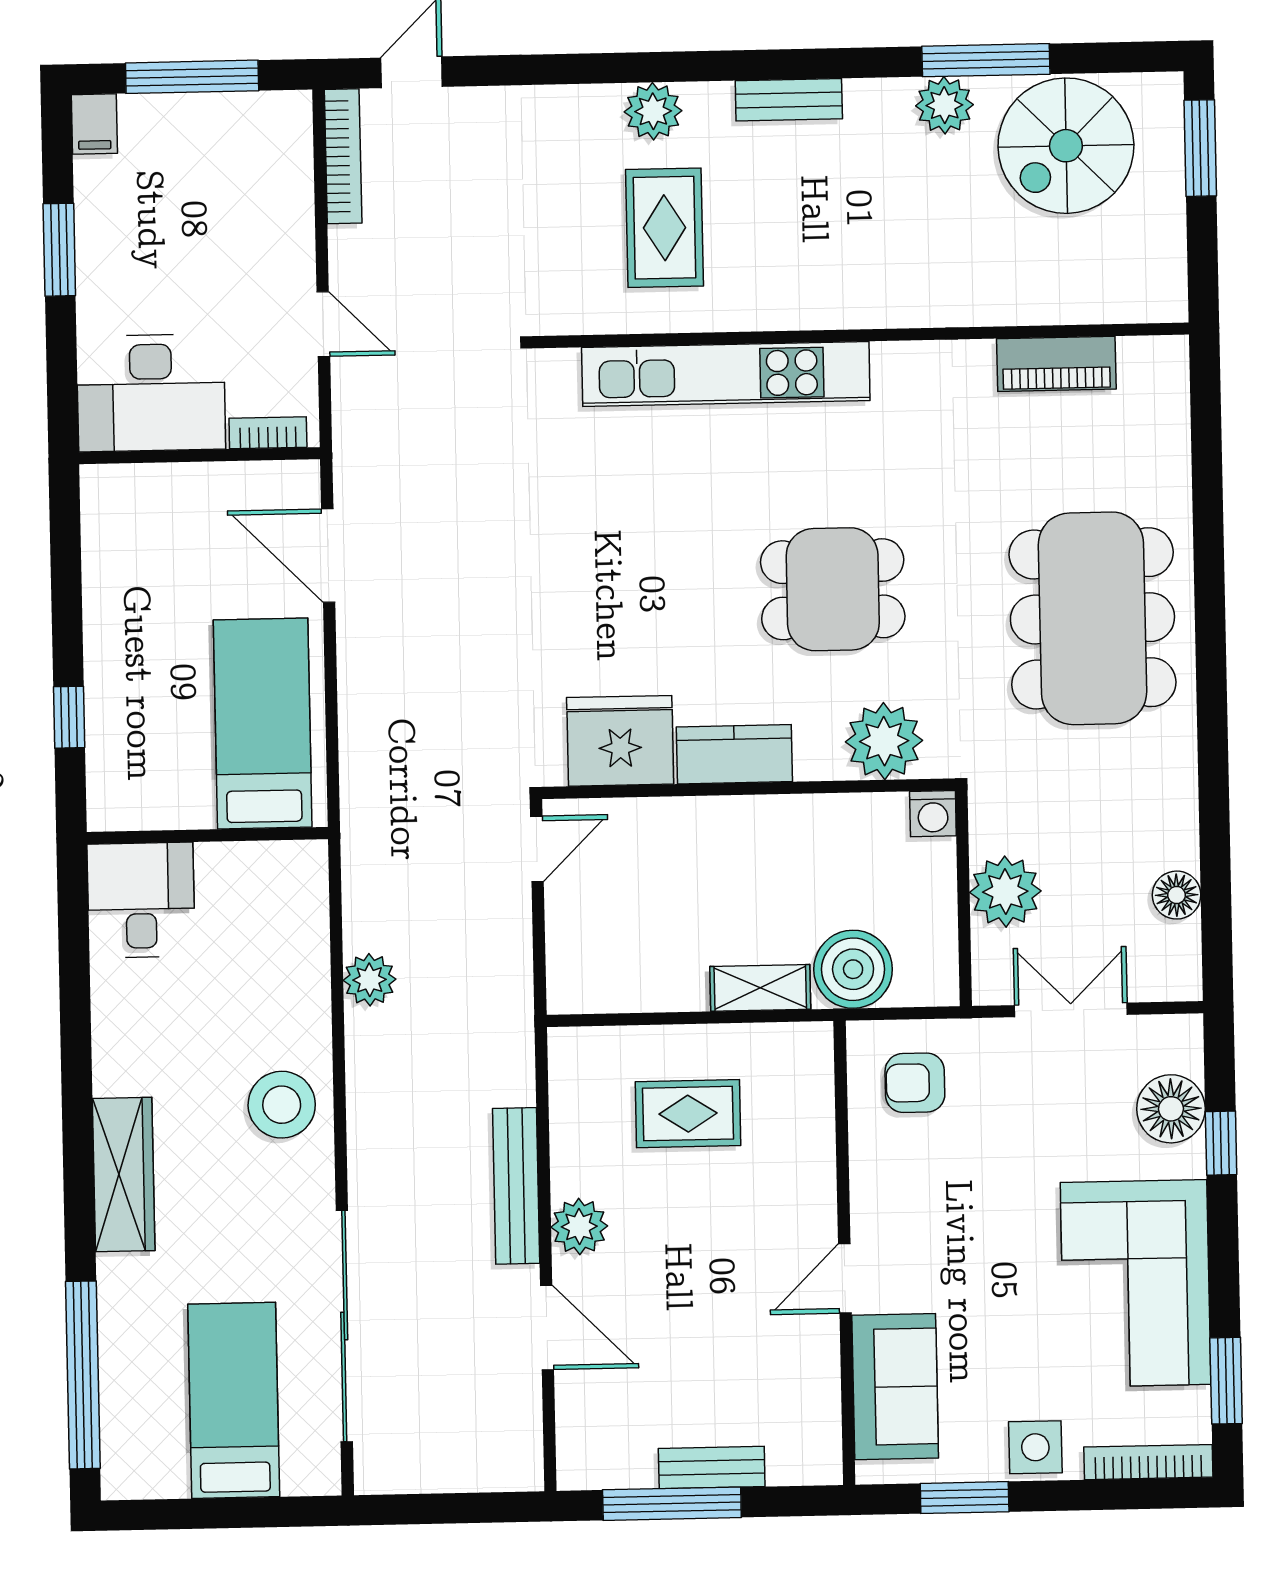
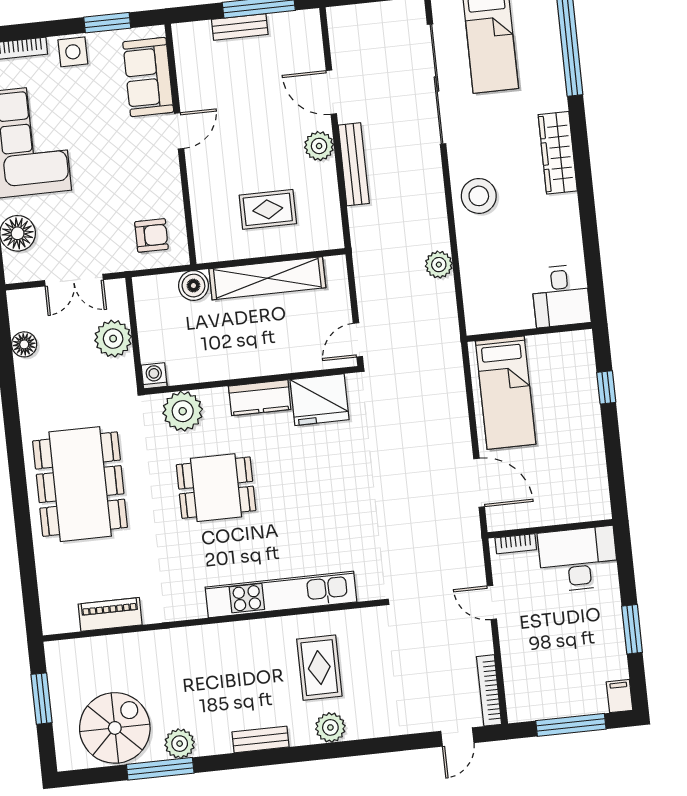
window: (1200, 148) -> (41, 699), moved
boiler: (853, 969) -> (193, 286), width x0.73, depth x0.73
shelving: (760, 988) -> (267, 278), width x2.20, depth x1.33

